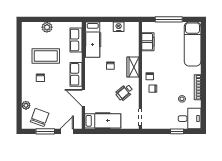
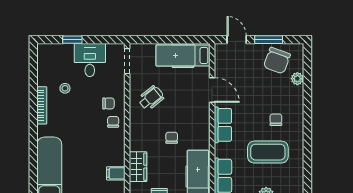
filing cabinet: (148, 42) -> (116, 173), width x0.50
wardrobe: (133, 67) -> (138, 167), moved
desk: (190, 119) -> (90, 60), moved, turned 90
door: (67, 131) -> (237, 40), swing flipped

